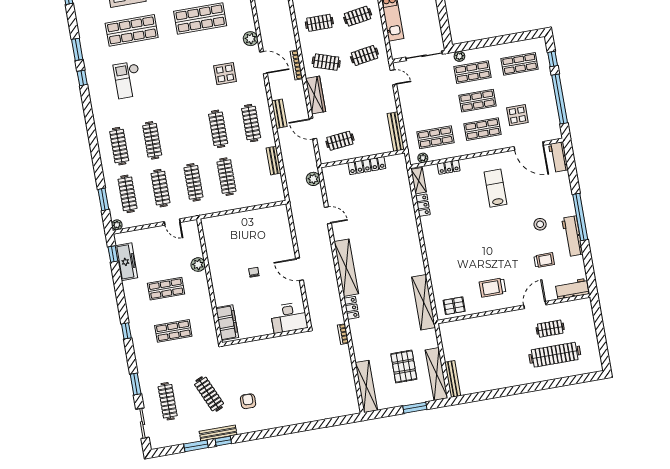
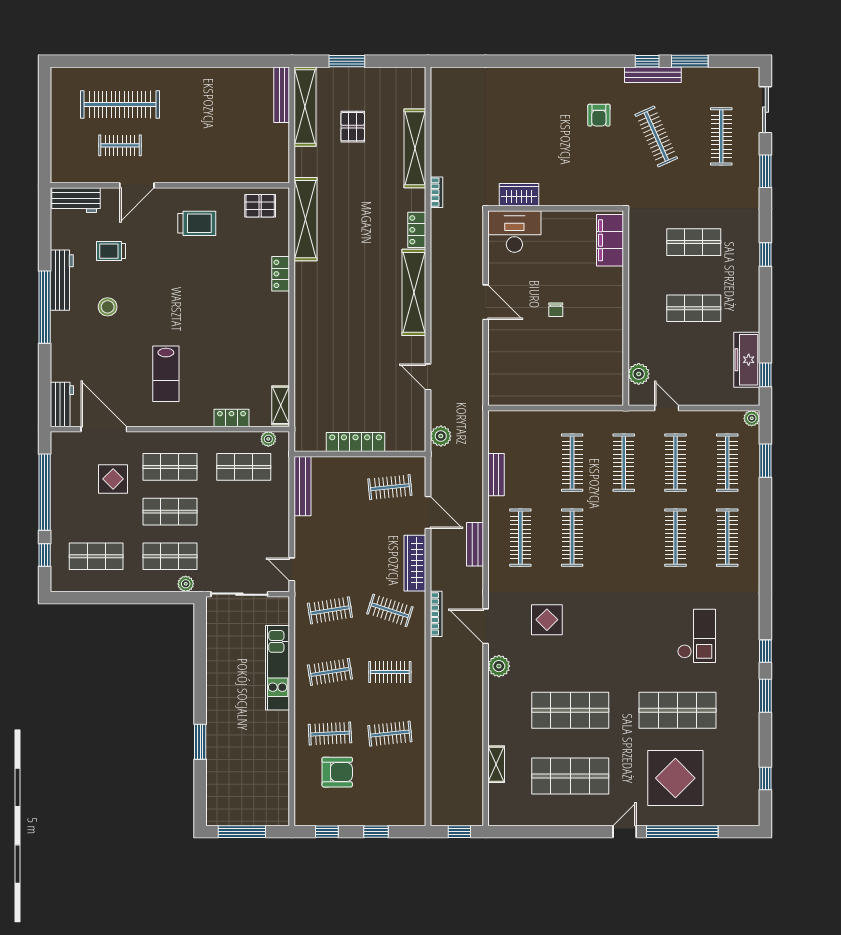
locker: (423, 205) -> (281, 274), moved
plant: (198, 265) -> (639, 374), moved
wardrobe: (290, 342) -> (519, 195), added
pallet: (404, 366) -> (353, 127), width x0.67, depth x0.71
shelving: (366, 386) -> (415, 148), moved

